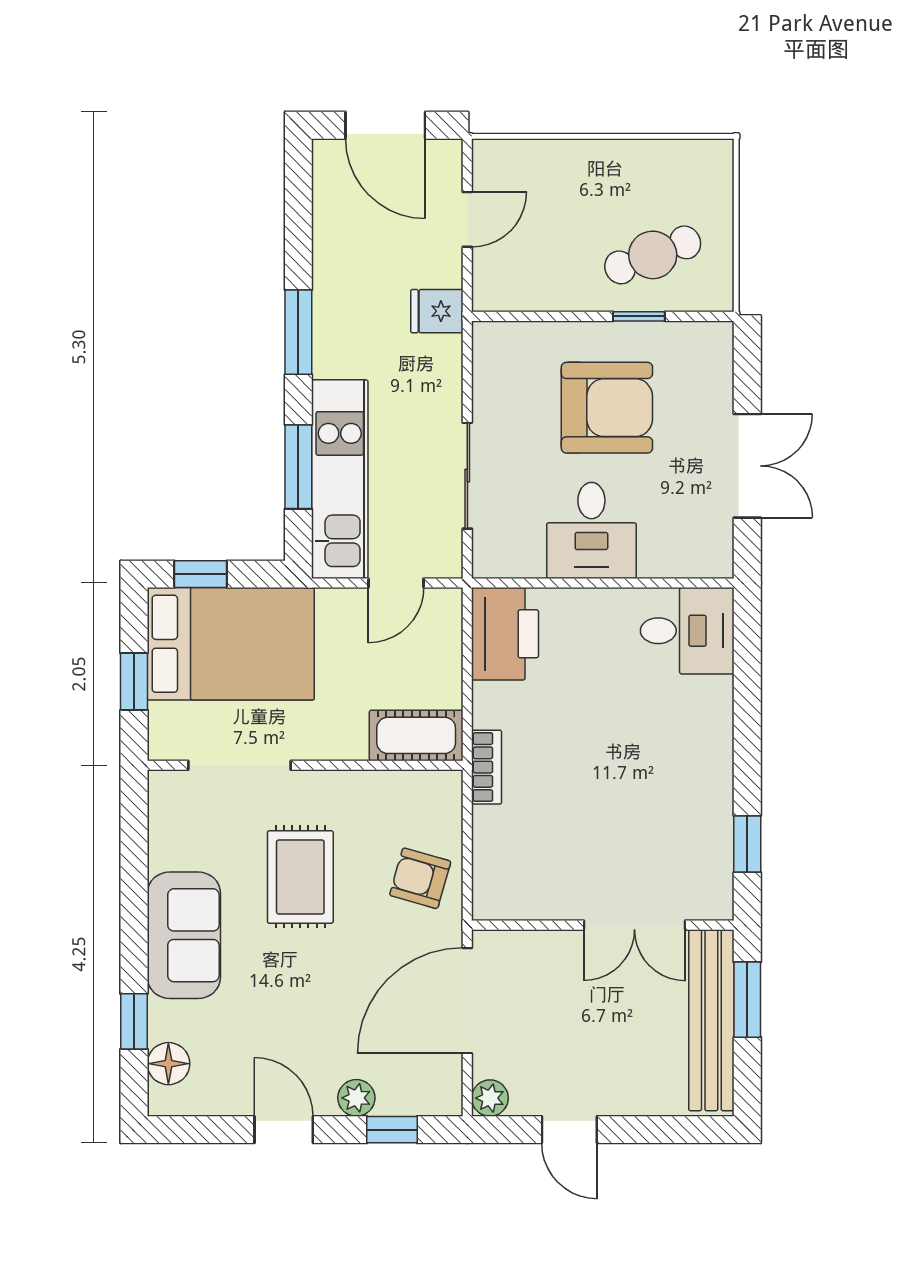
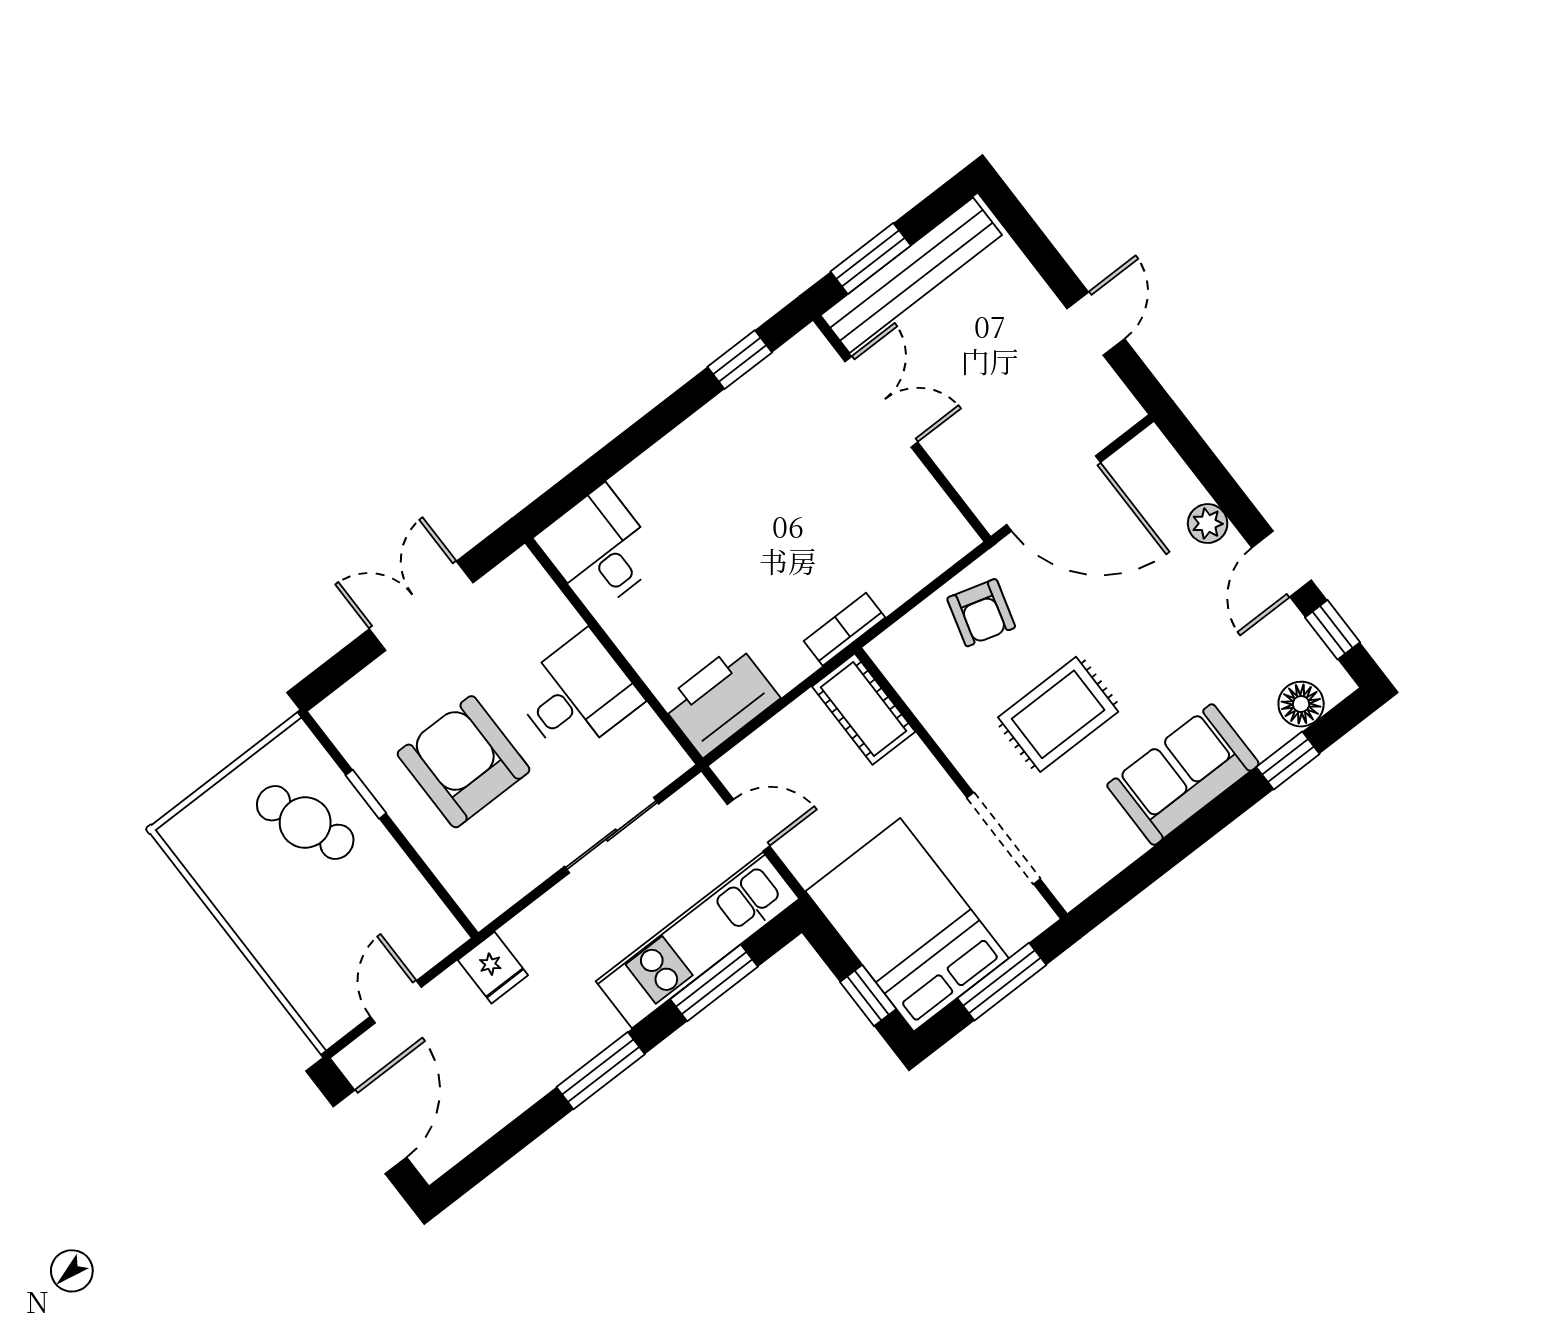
door: (467, 219) -> (396, 1002), hinge flipped
window: (134, 682) -> (1002, 982), width x1.50
plant: (490, 1098) -> (1121, 411), removed
window: (392, 1130) -> (1332, 630), moved

